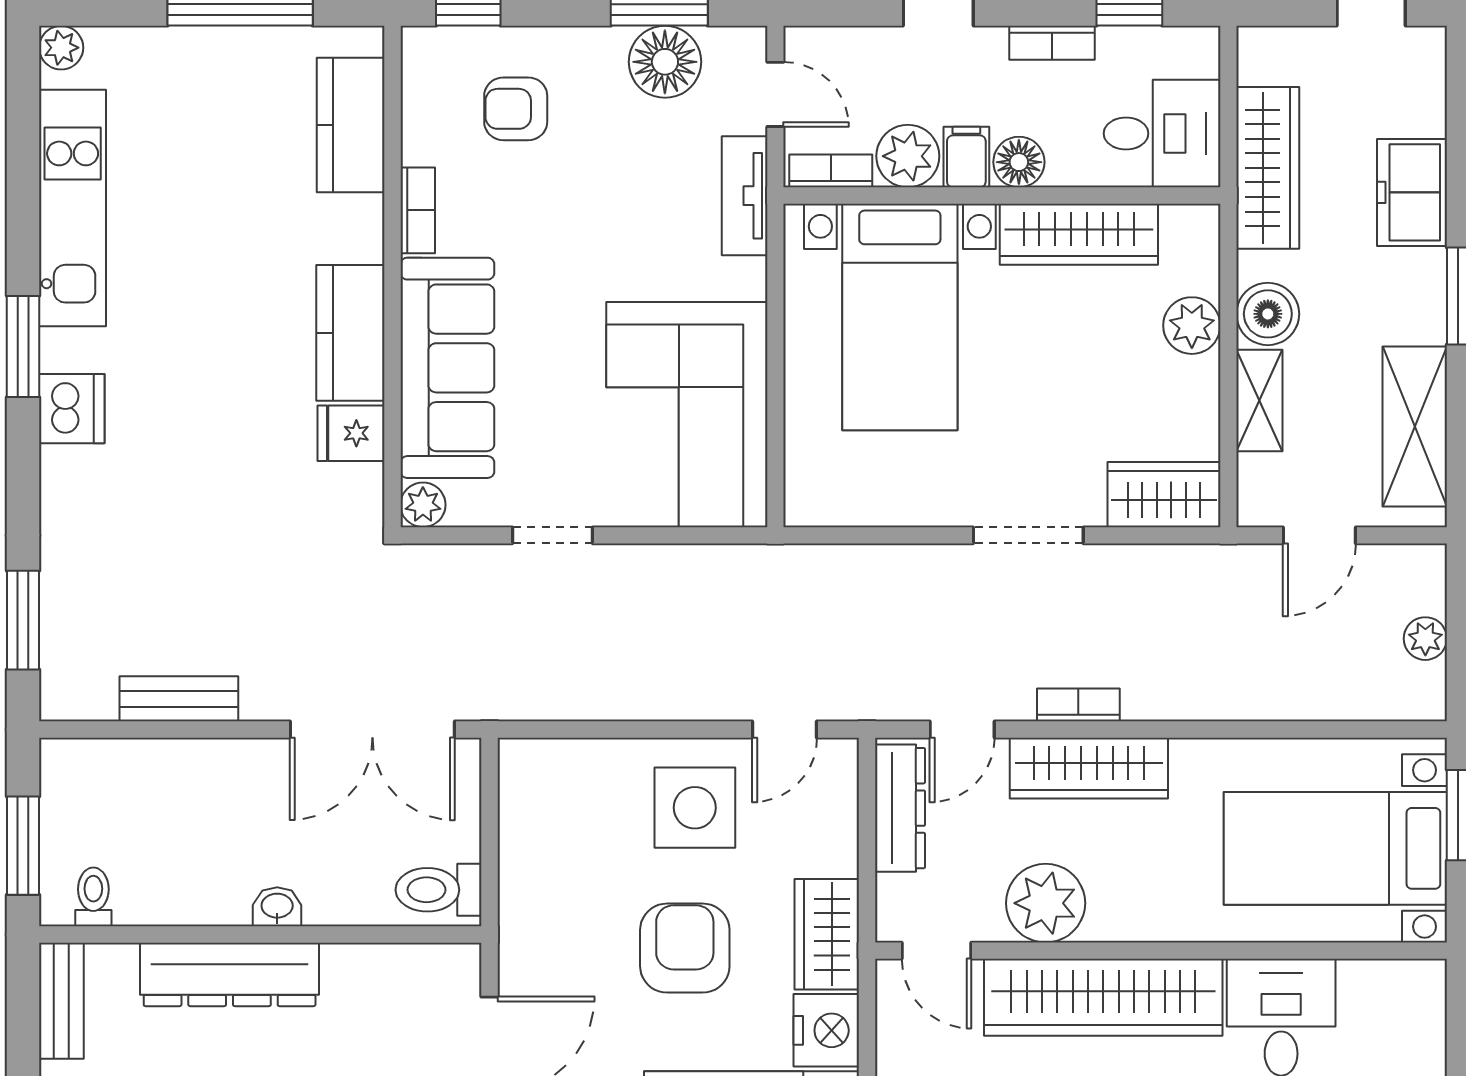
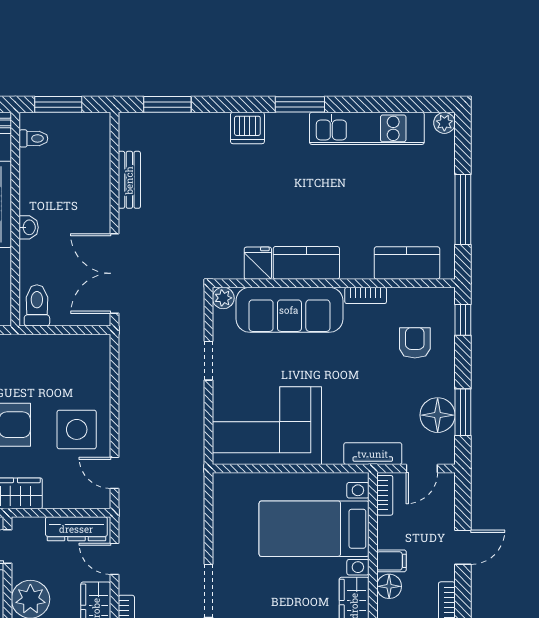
plant: (908, 156) -> (392, 533), removed
dishwasher: (72, 409) -> (247, 128), moved

